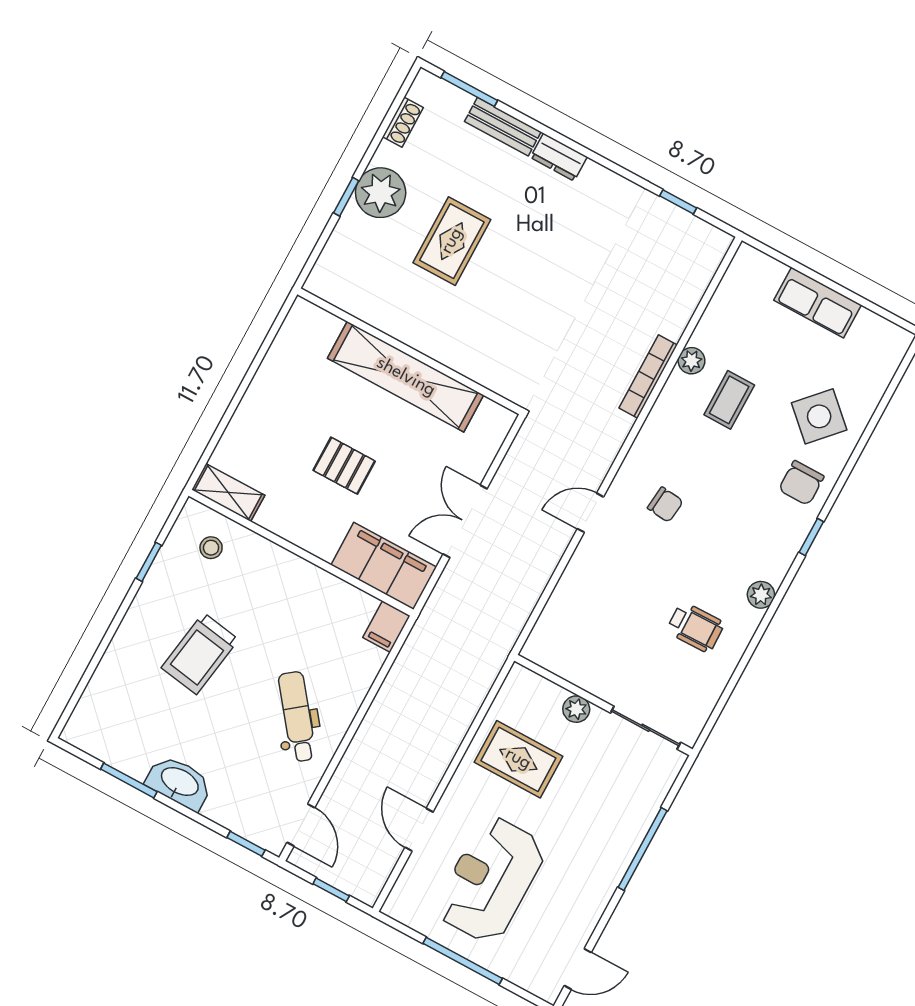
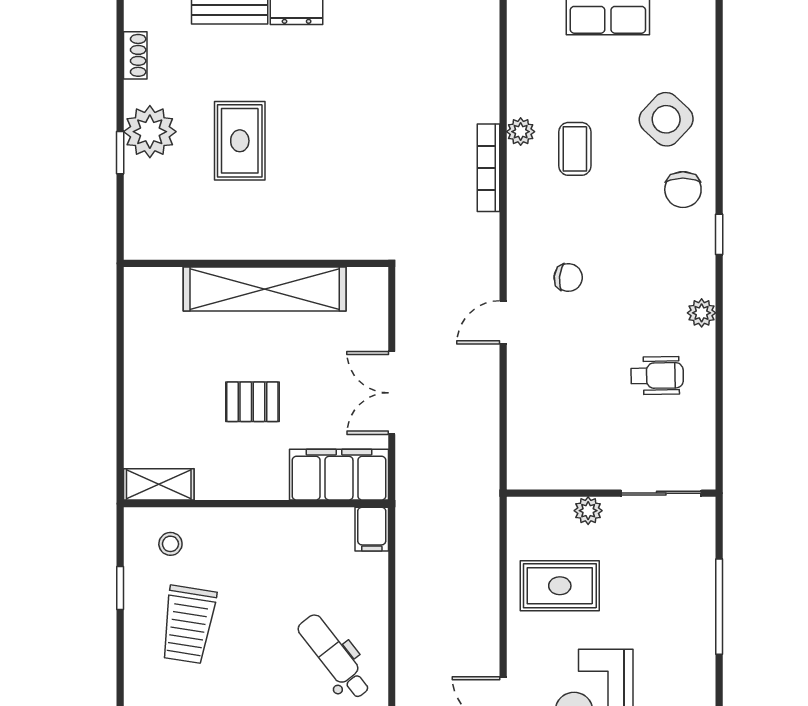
trolley: (200, 654) -> (188, 624), moved

